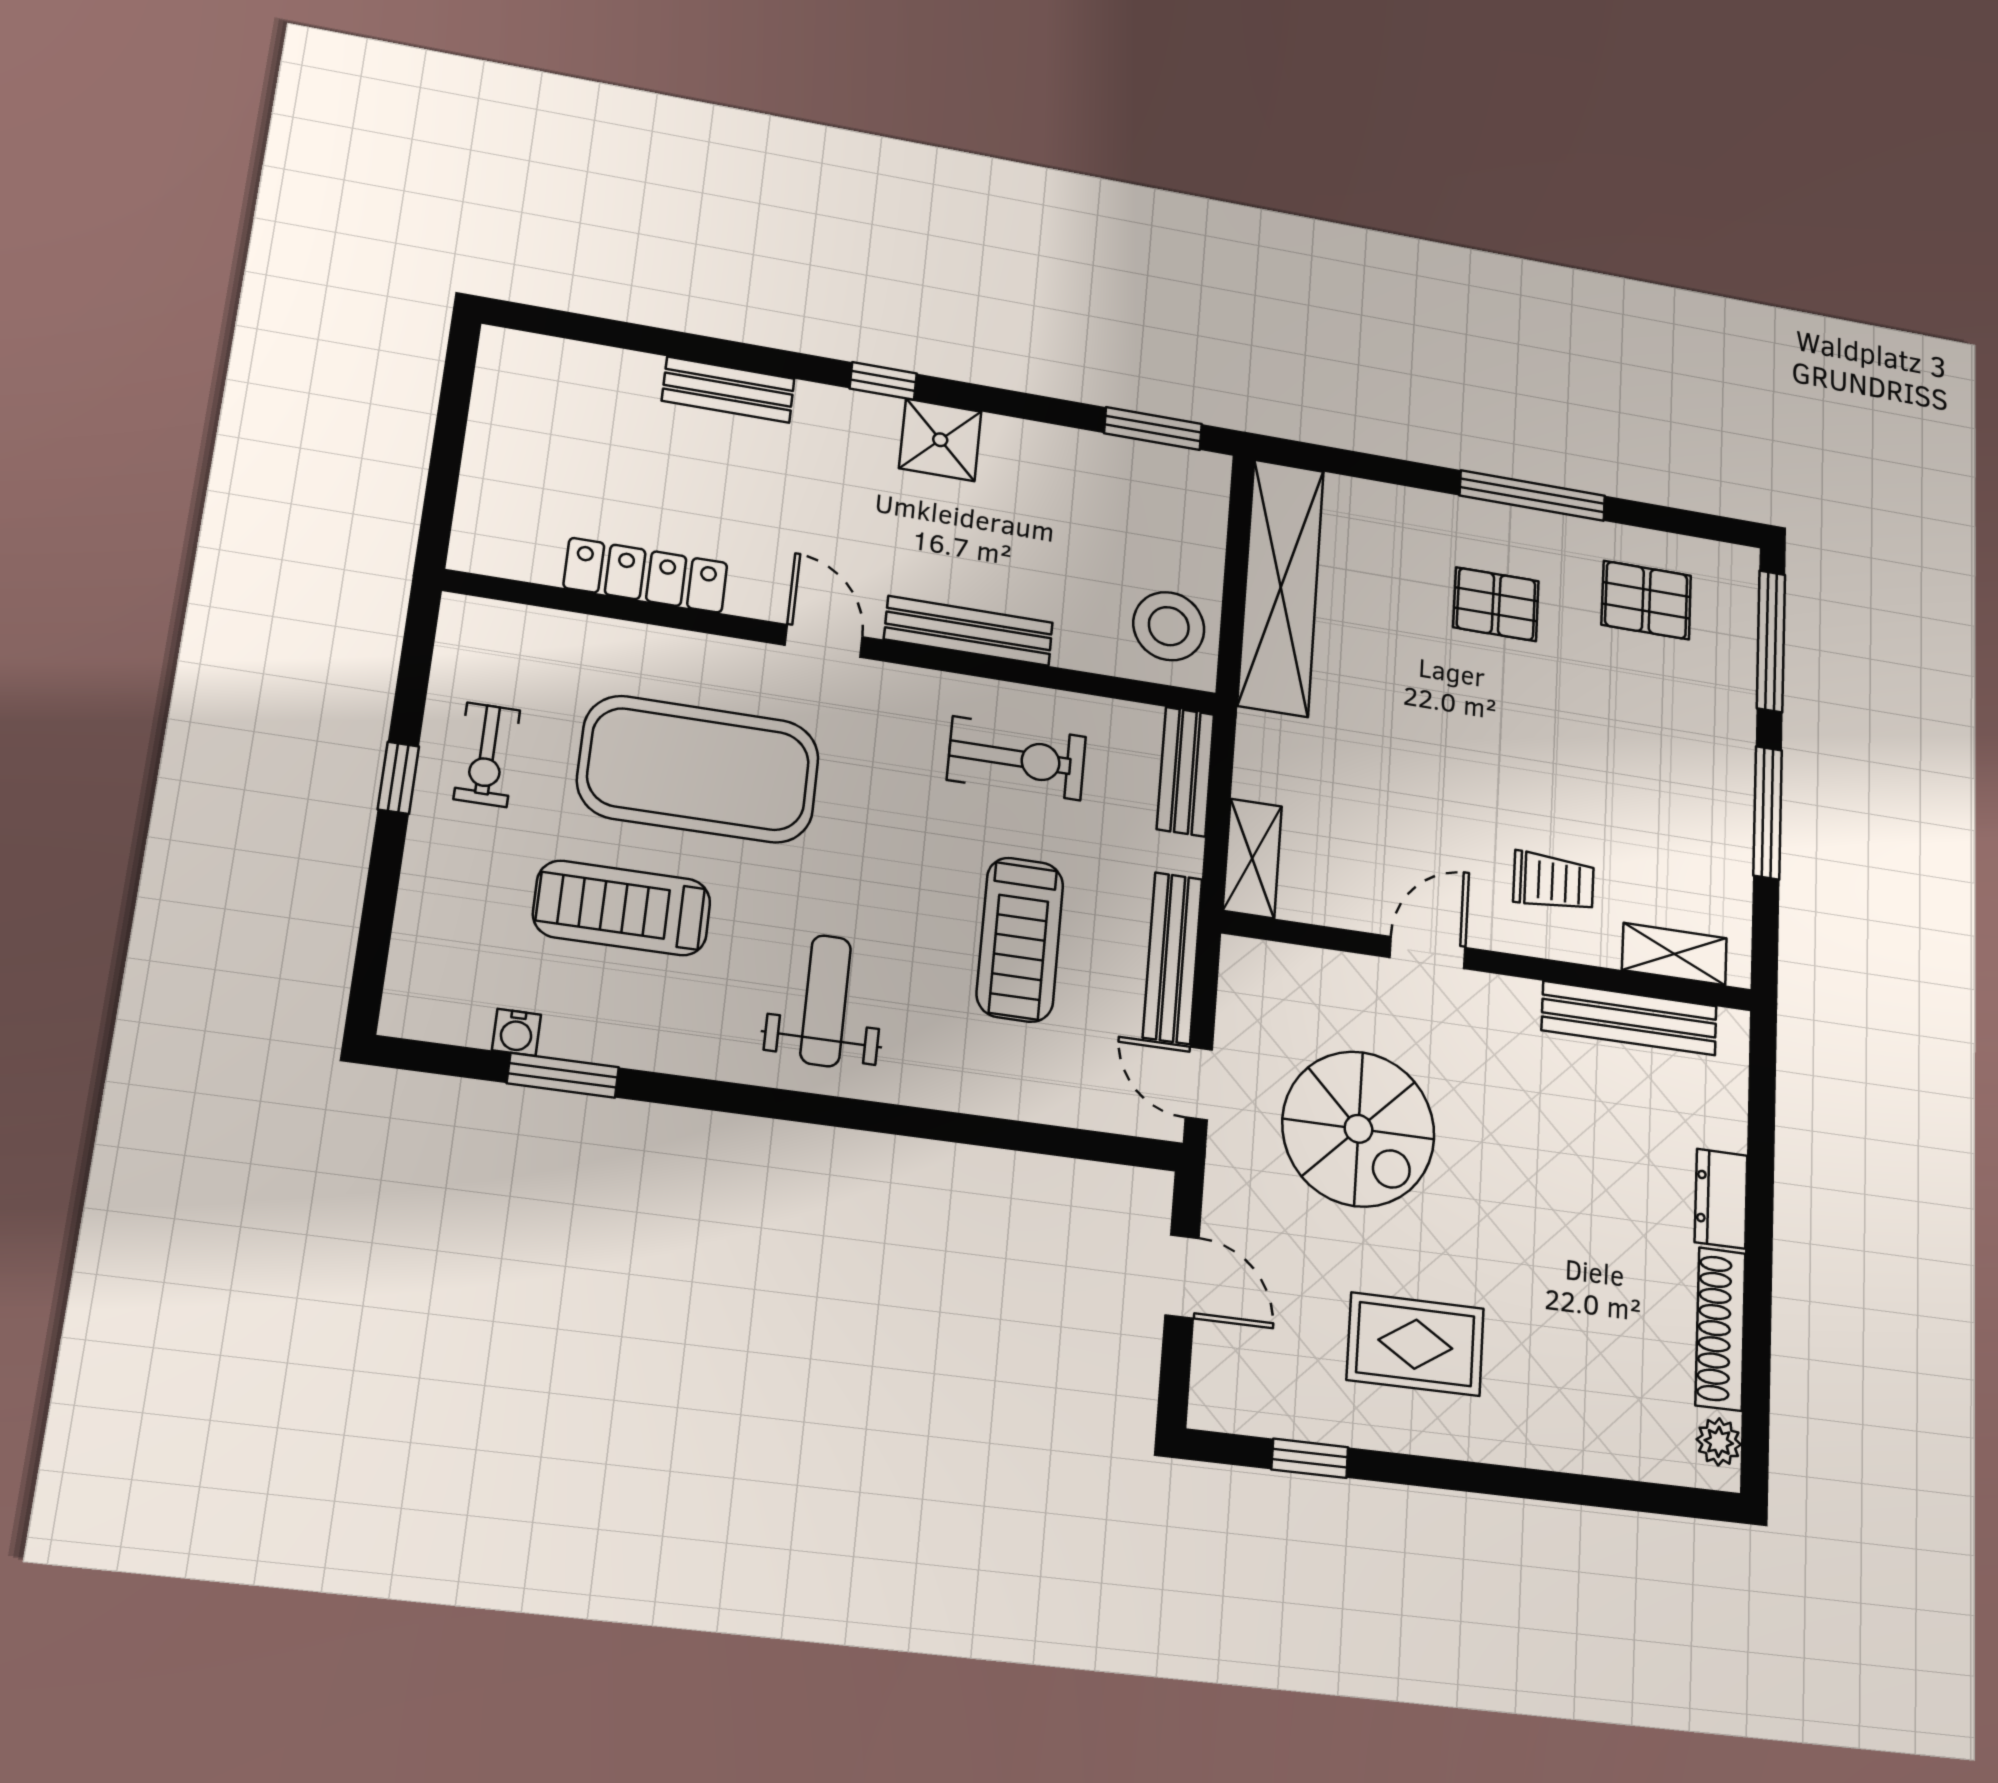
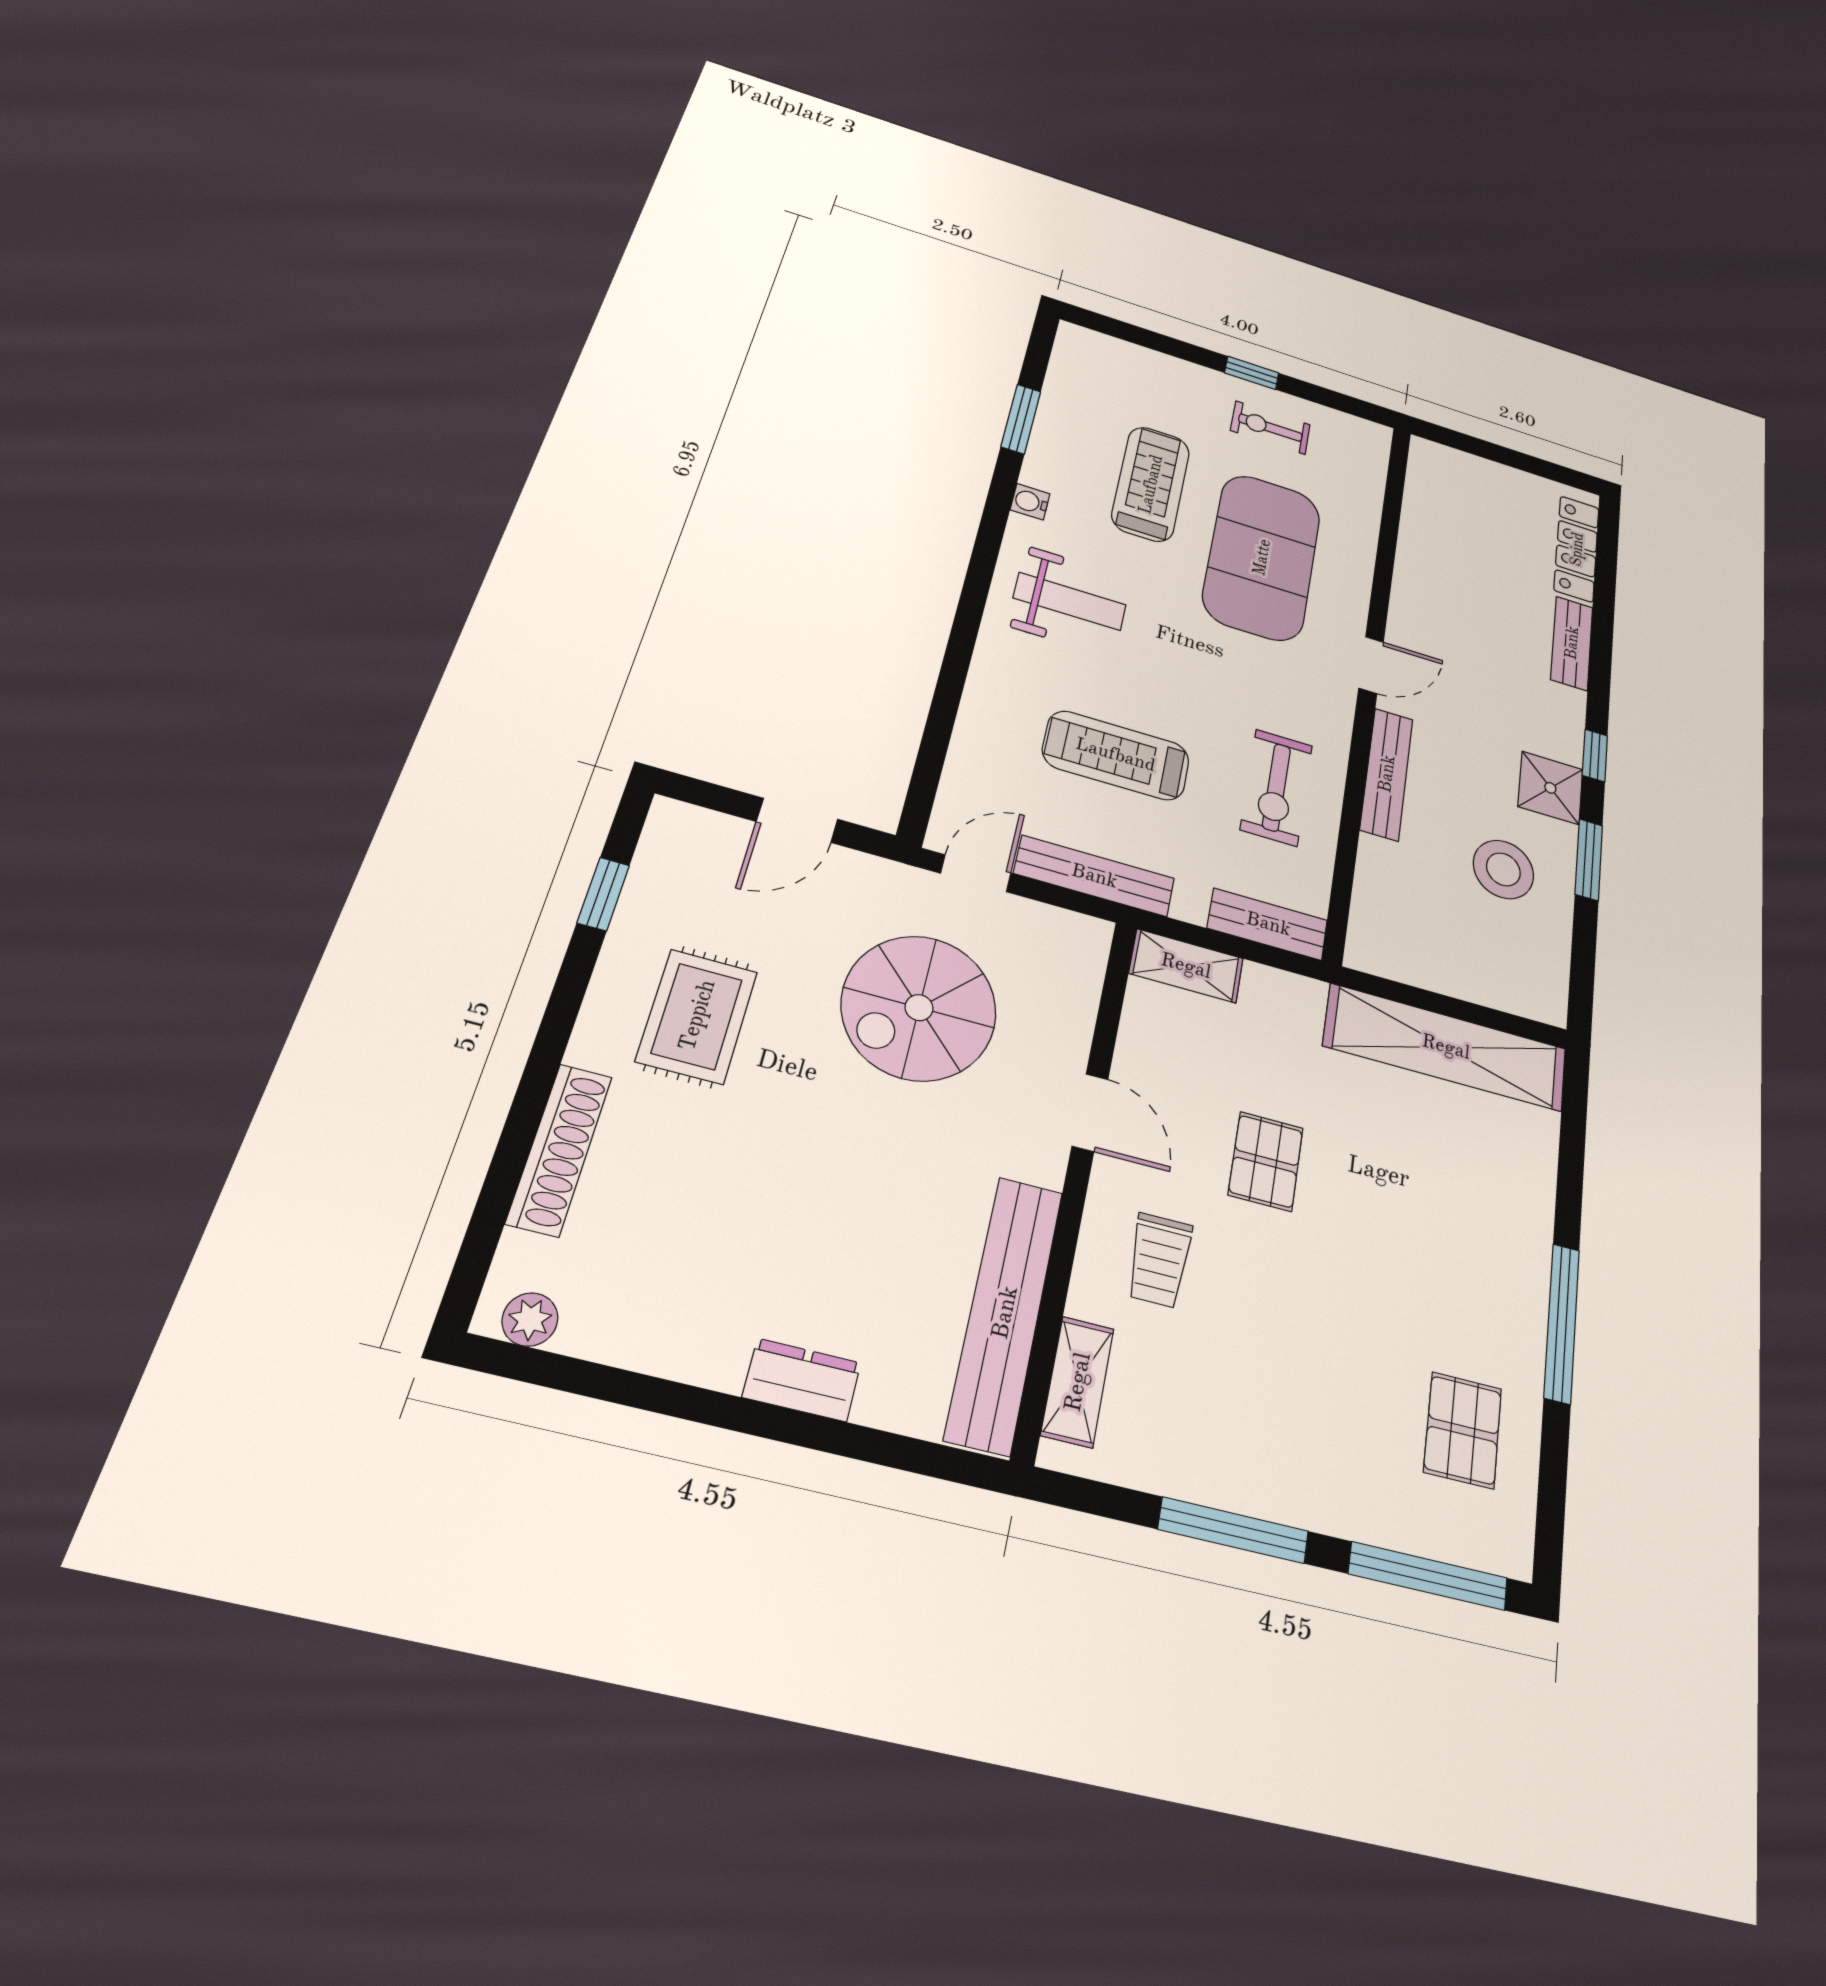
window: (1153, 429) -> (1589, 860), moved
locker: (646, 575) -> (1577, 549), moved, turned 180
pallet: (1496, 604) -> (1266, 1161), moved
stool: (1169, 626) -> (1503, 869), moved
bench: (1629, 1018) -> (1005, 1313), width x1.37, depth x1.21
water cooler: (517, 1032) -> (1030, 502), moved
shoe rack: (1720, 1329) -> (560, 1149), moved, turned 90

